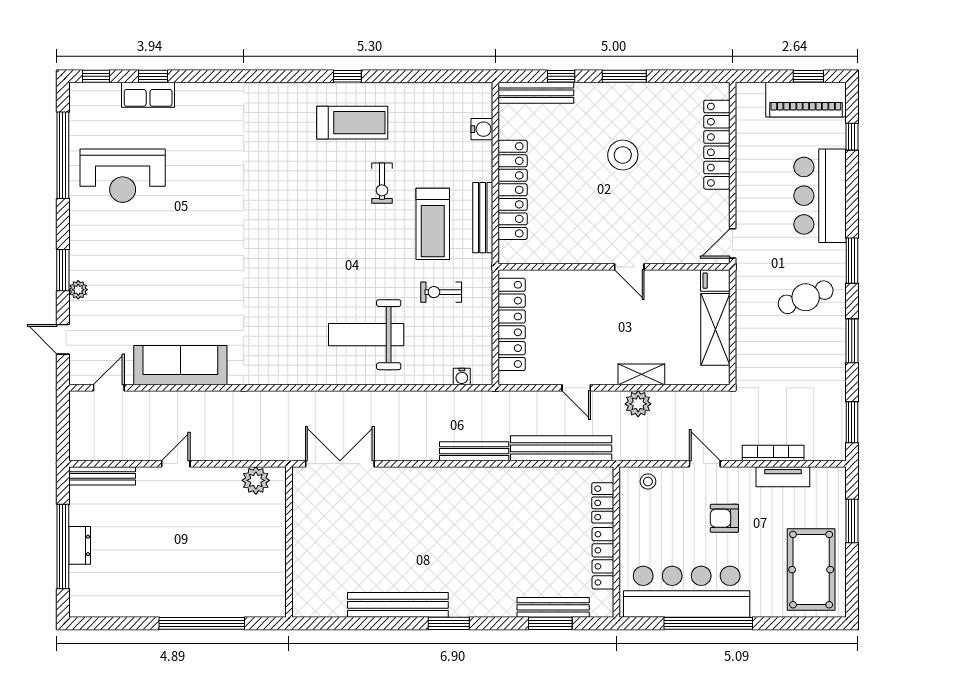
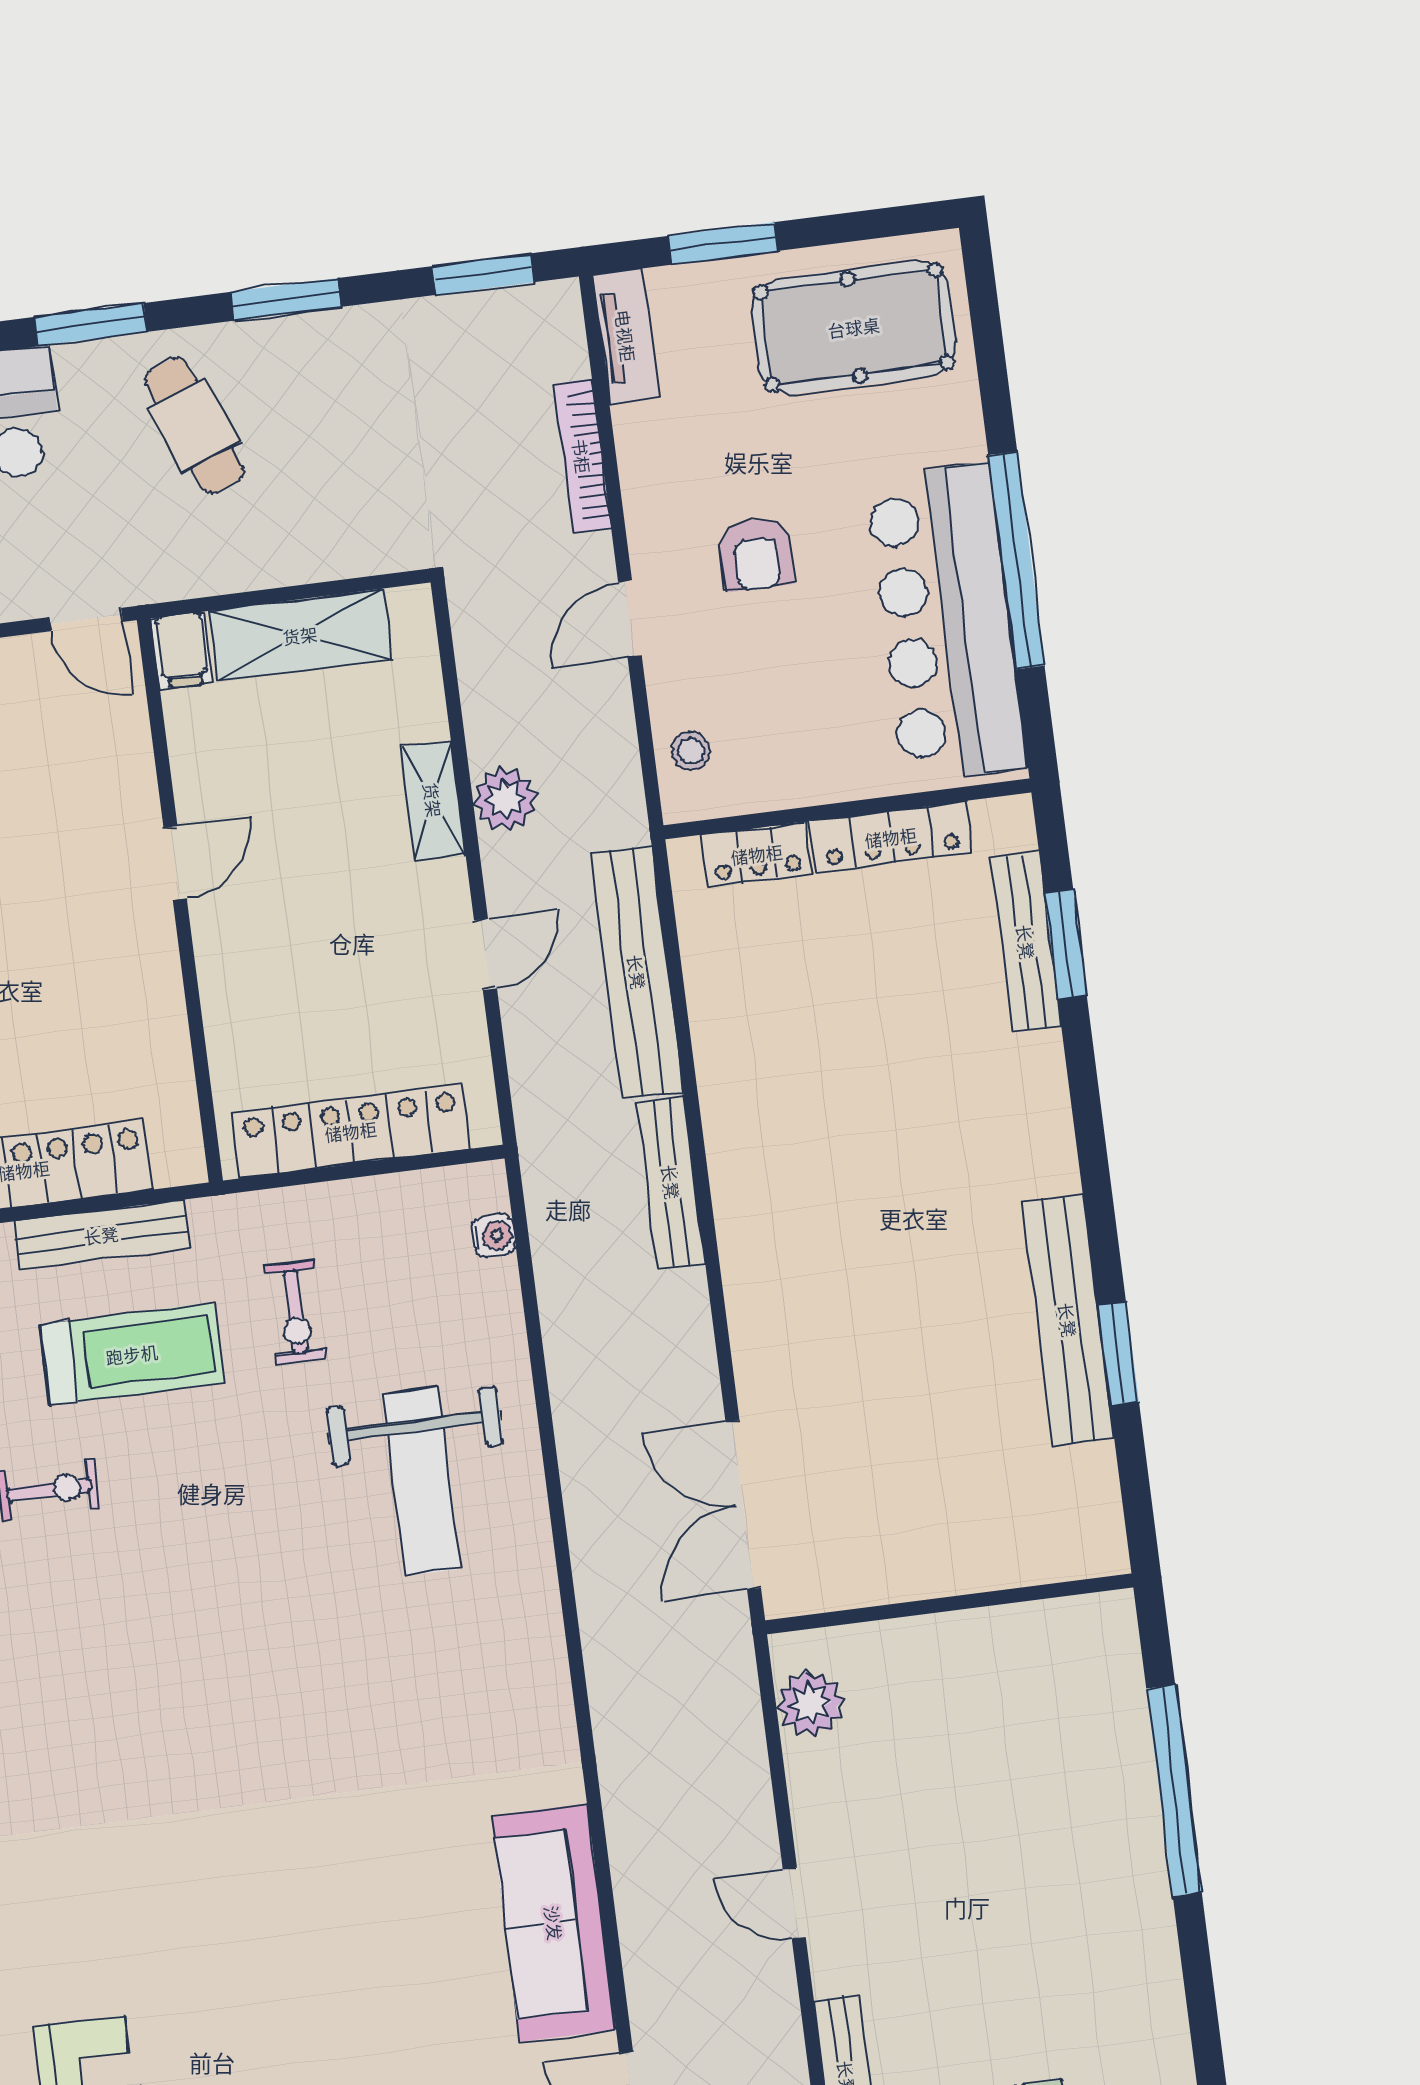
tv unit: (783, 477) -> (626, 336), moved
window: (449, 623) -> (1118, 1354), moved

